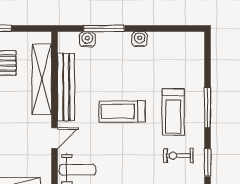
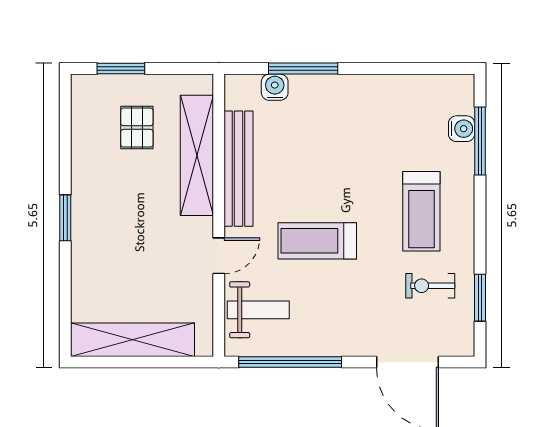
water cooler: (140, 39) -> (462, 129), moved, turned 90
window: (207, 108) -> (480, 141), moved
treadmill: (122, 111) -> (317, 241), moved

